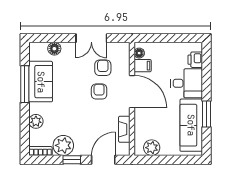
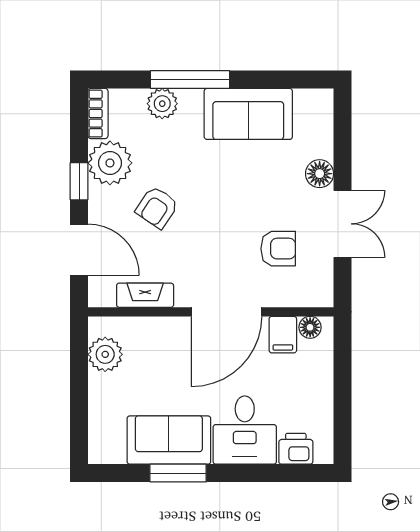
double door: (91, 38) -> (342, 224), swing flipped
floor lamp: (54, 49) -> (320, 174), moved
window: (25, 84) -> (190, 80), moved
armchair: (99, 92) -> (157, 207), moved, turned 124
sofa: (191, 125) -> (169, 440), width x0.73

